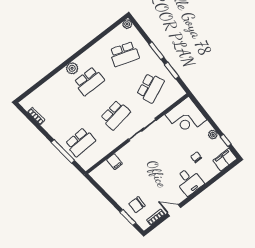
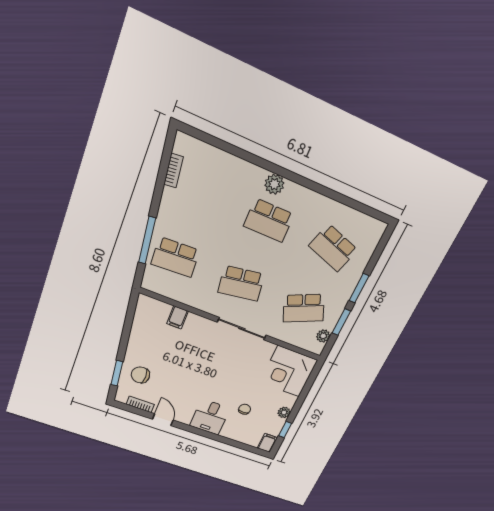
plant: (127, 24) -> (323, 336), moved
filing cabinet: (225, 160) -> (267, 443), width x0.50

